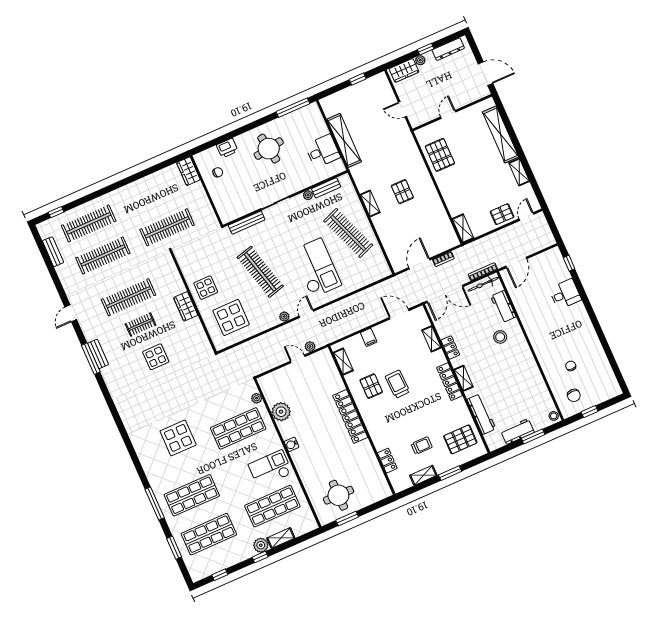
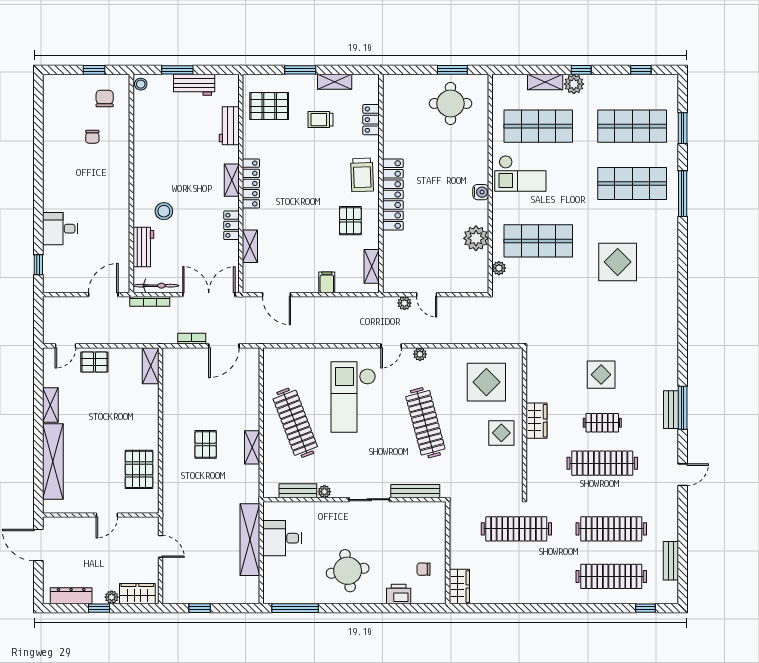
trolley: (398, 384) -> (362, 175), moved
workbench: (481, 414) -> (229, 126), width x0.73

